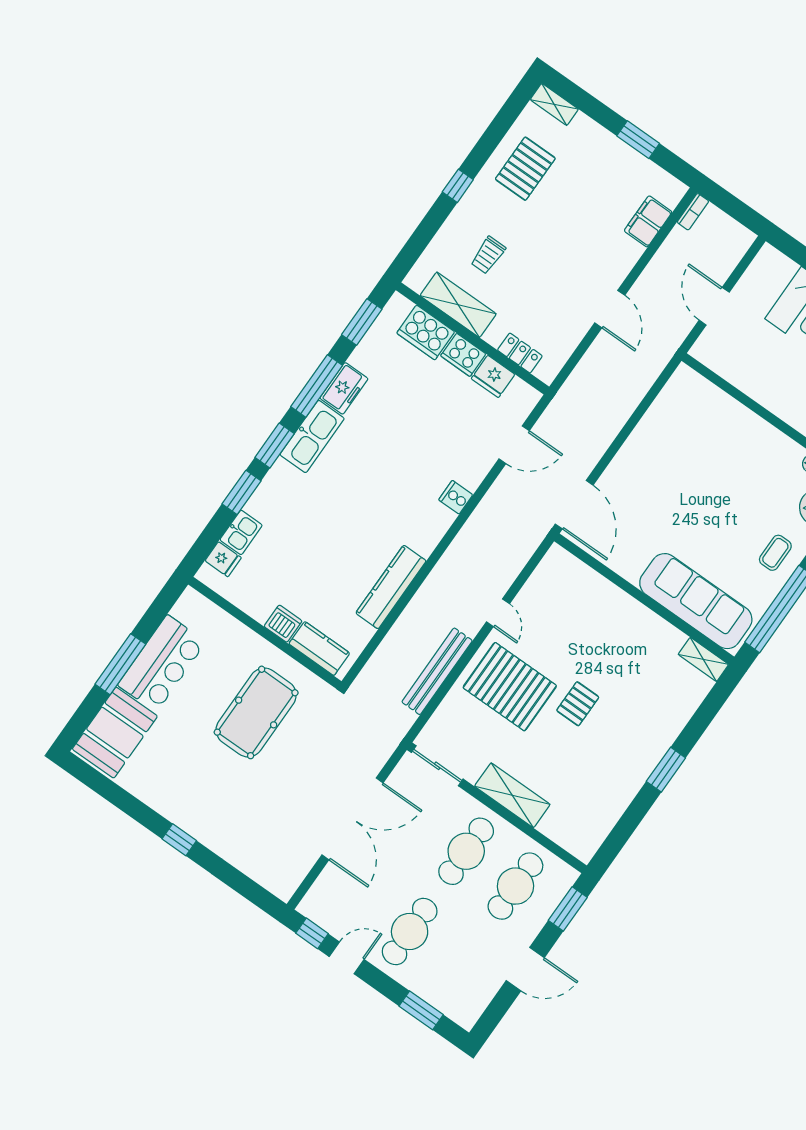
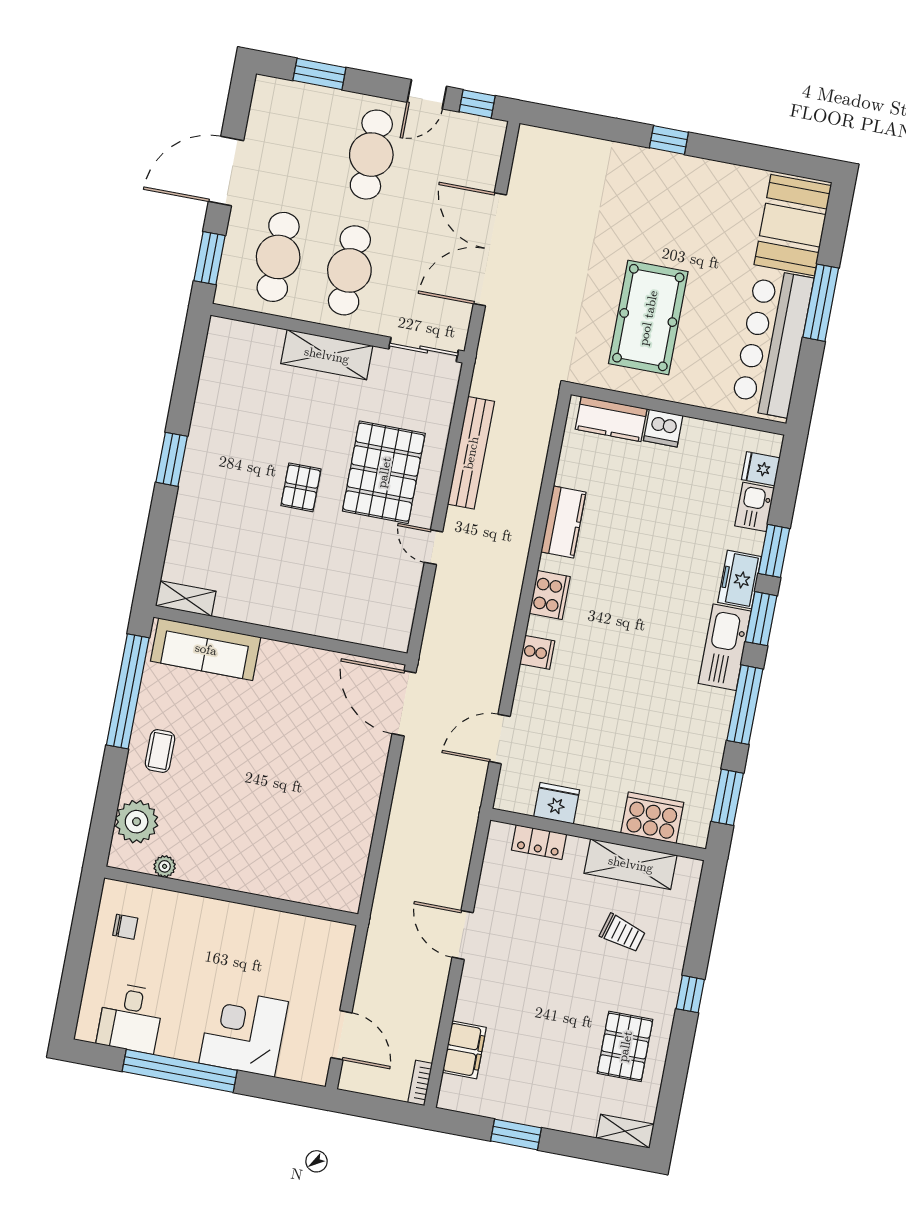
trolley: (488, 255) -> (623, 933), turned 106
door: (714, 306) -> (341, 1035), moved
cooker: (463, 355) -> (550, 595), moved, turned 90
freezer: (344, 388) -> (740, 580), moved
kitchen counter: (391, 587) -> (563, 522), width x0.67
sofa: (696, 601) -> (206, 649), width x0.74, depth x0.79
bar counter: (162, 663) -> (772, 343), width x1.36
pallet: (510, 687) -> (384, 472), turned 90
door: (525, 969) -> (226, 171), width x1.36

